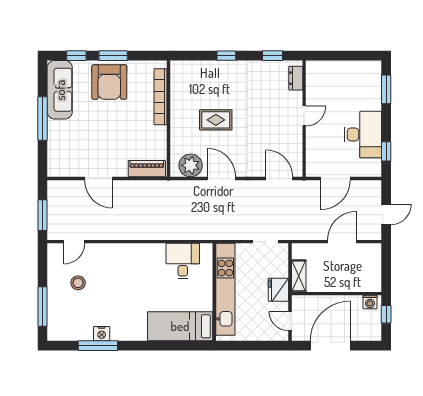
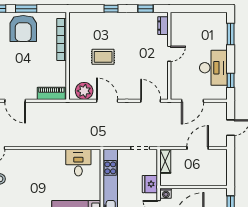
shelving: (299, 276) -> (165, 161), moved
washing machine: (370, 302) -> (166, 193), moved

